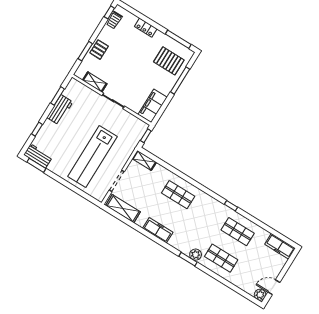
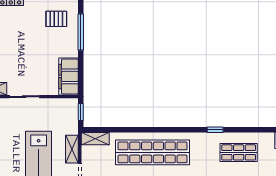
pallet: (169, 61) -> (56, 19), width x0.67, depth x0.71
shelving: (124, 158) -> (72, 149), added
shop shelf: (178, 195) -> (152, 152), width x2.00, depth x1.36

